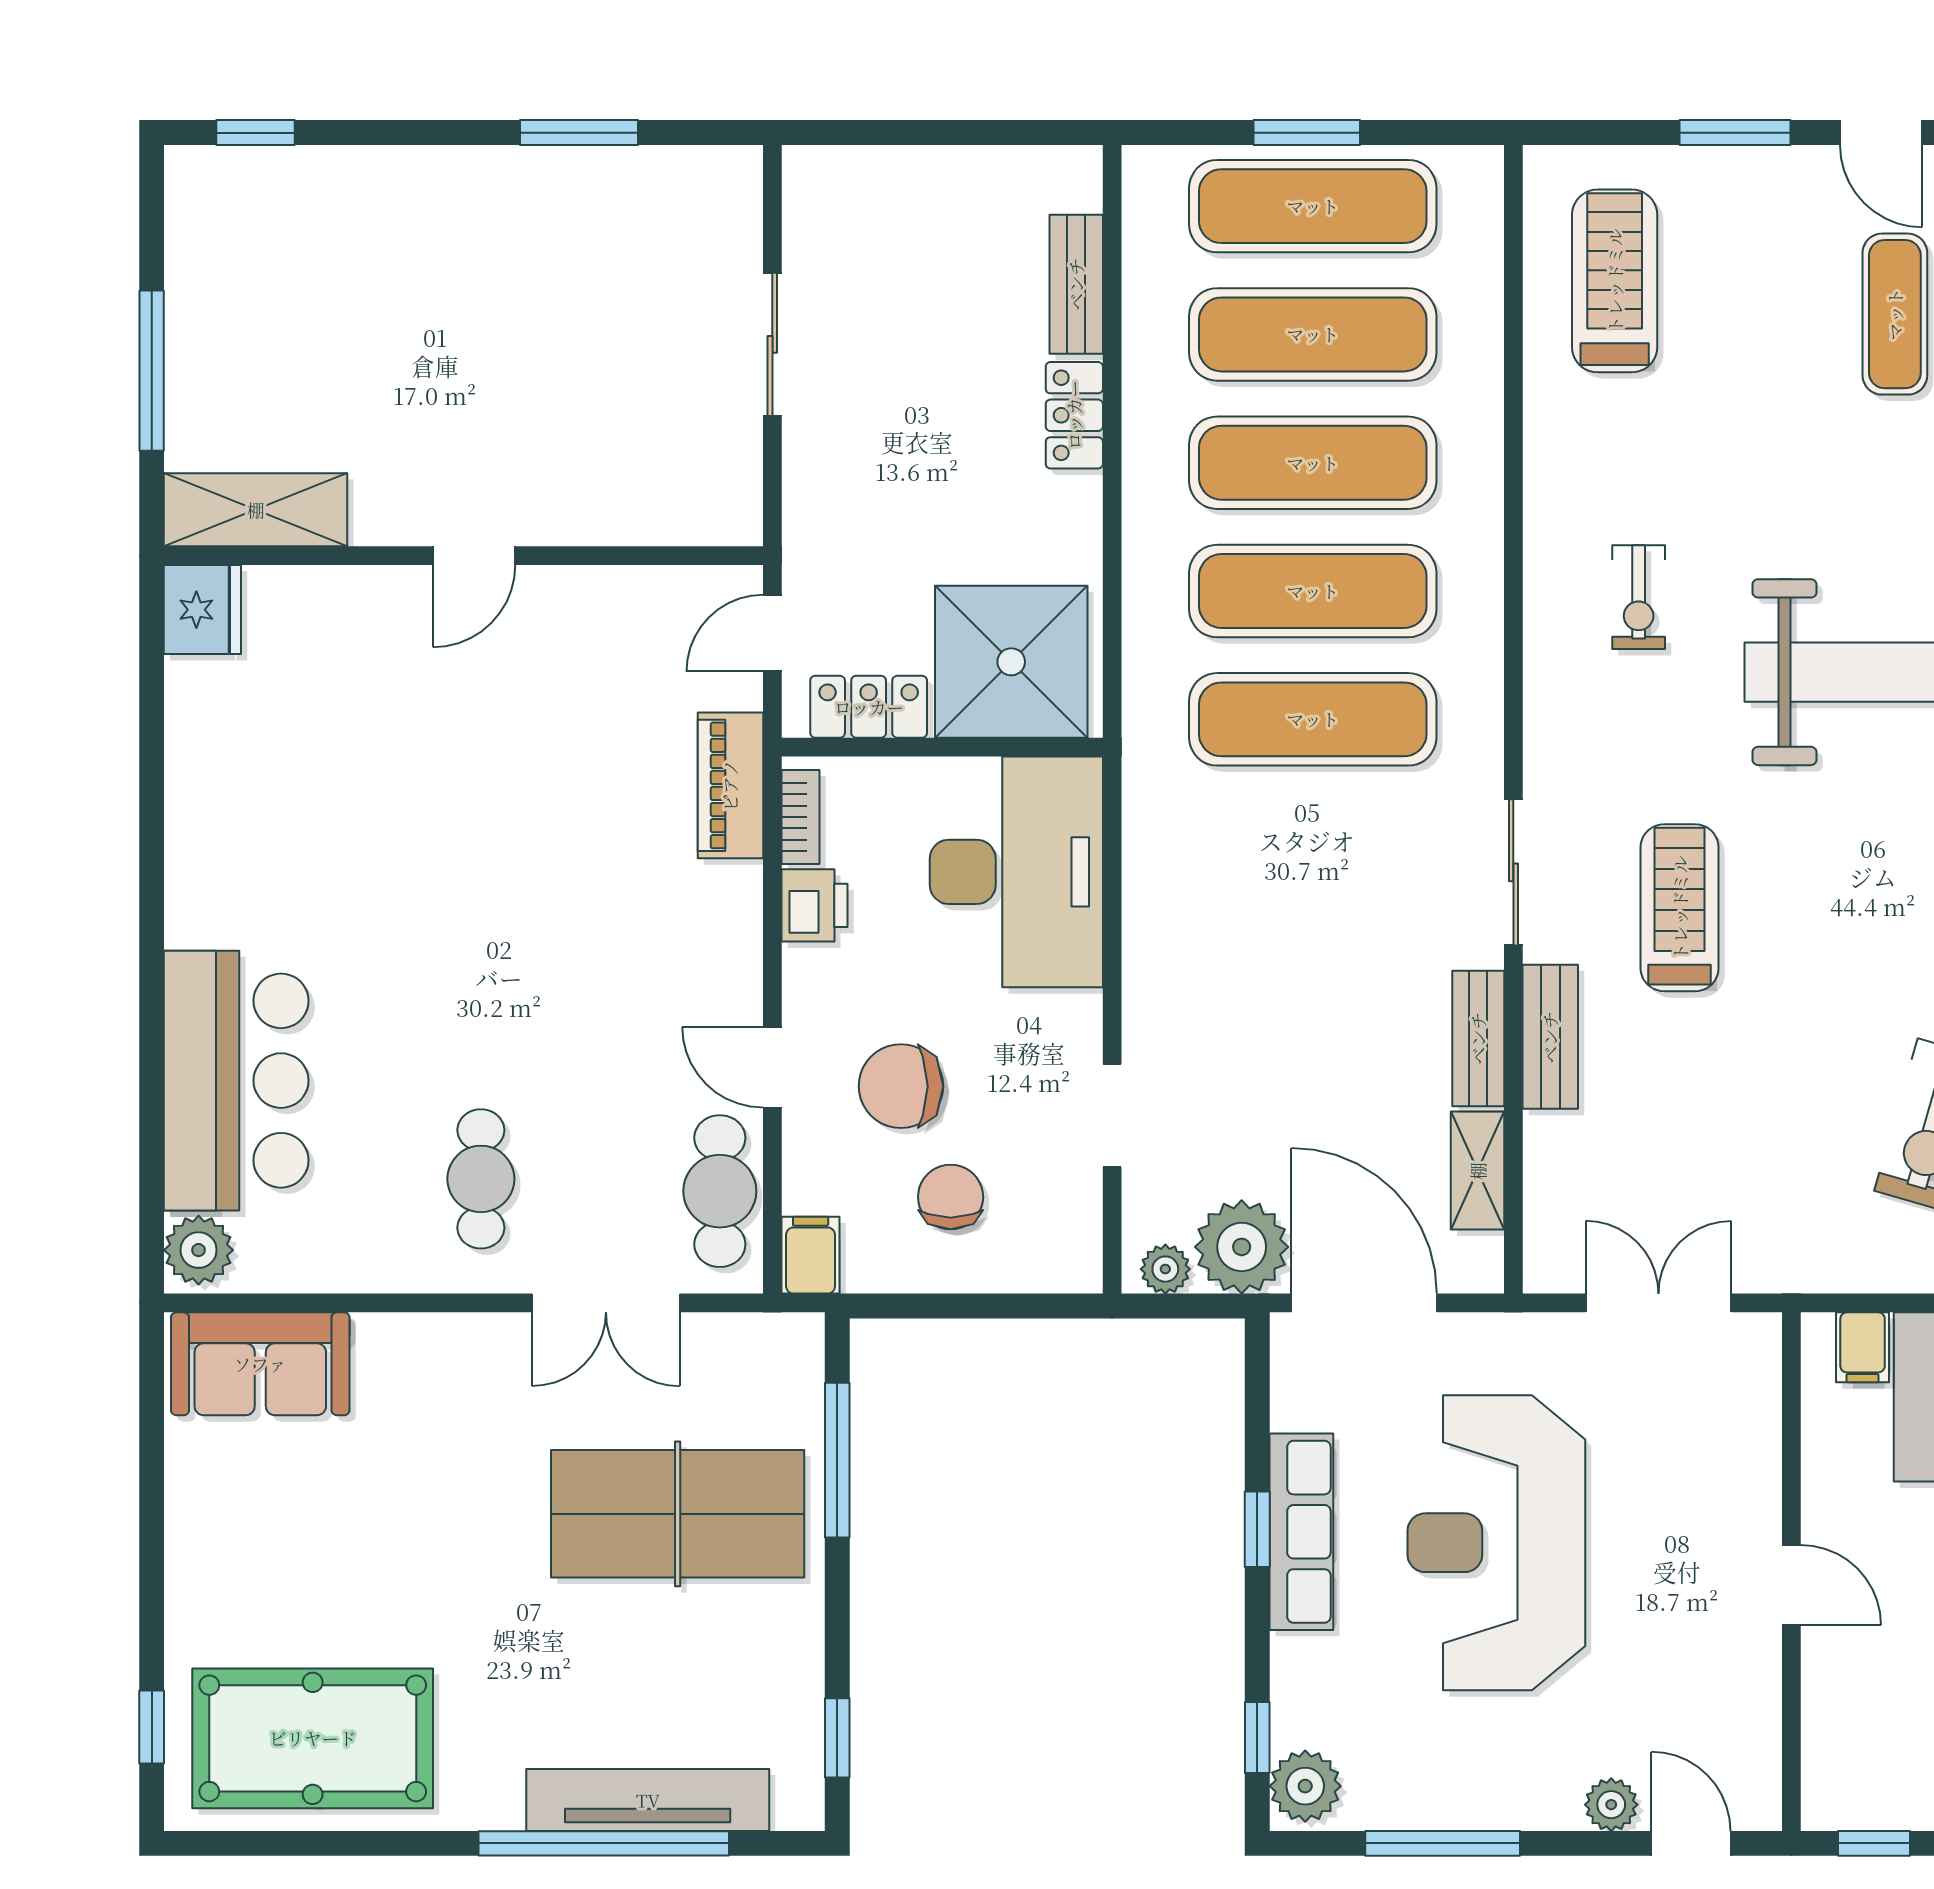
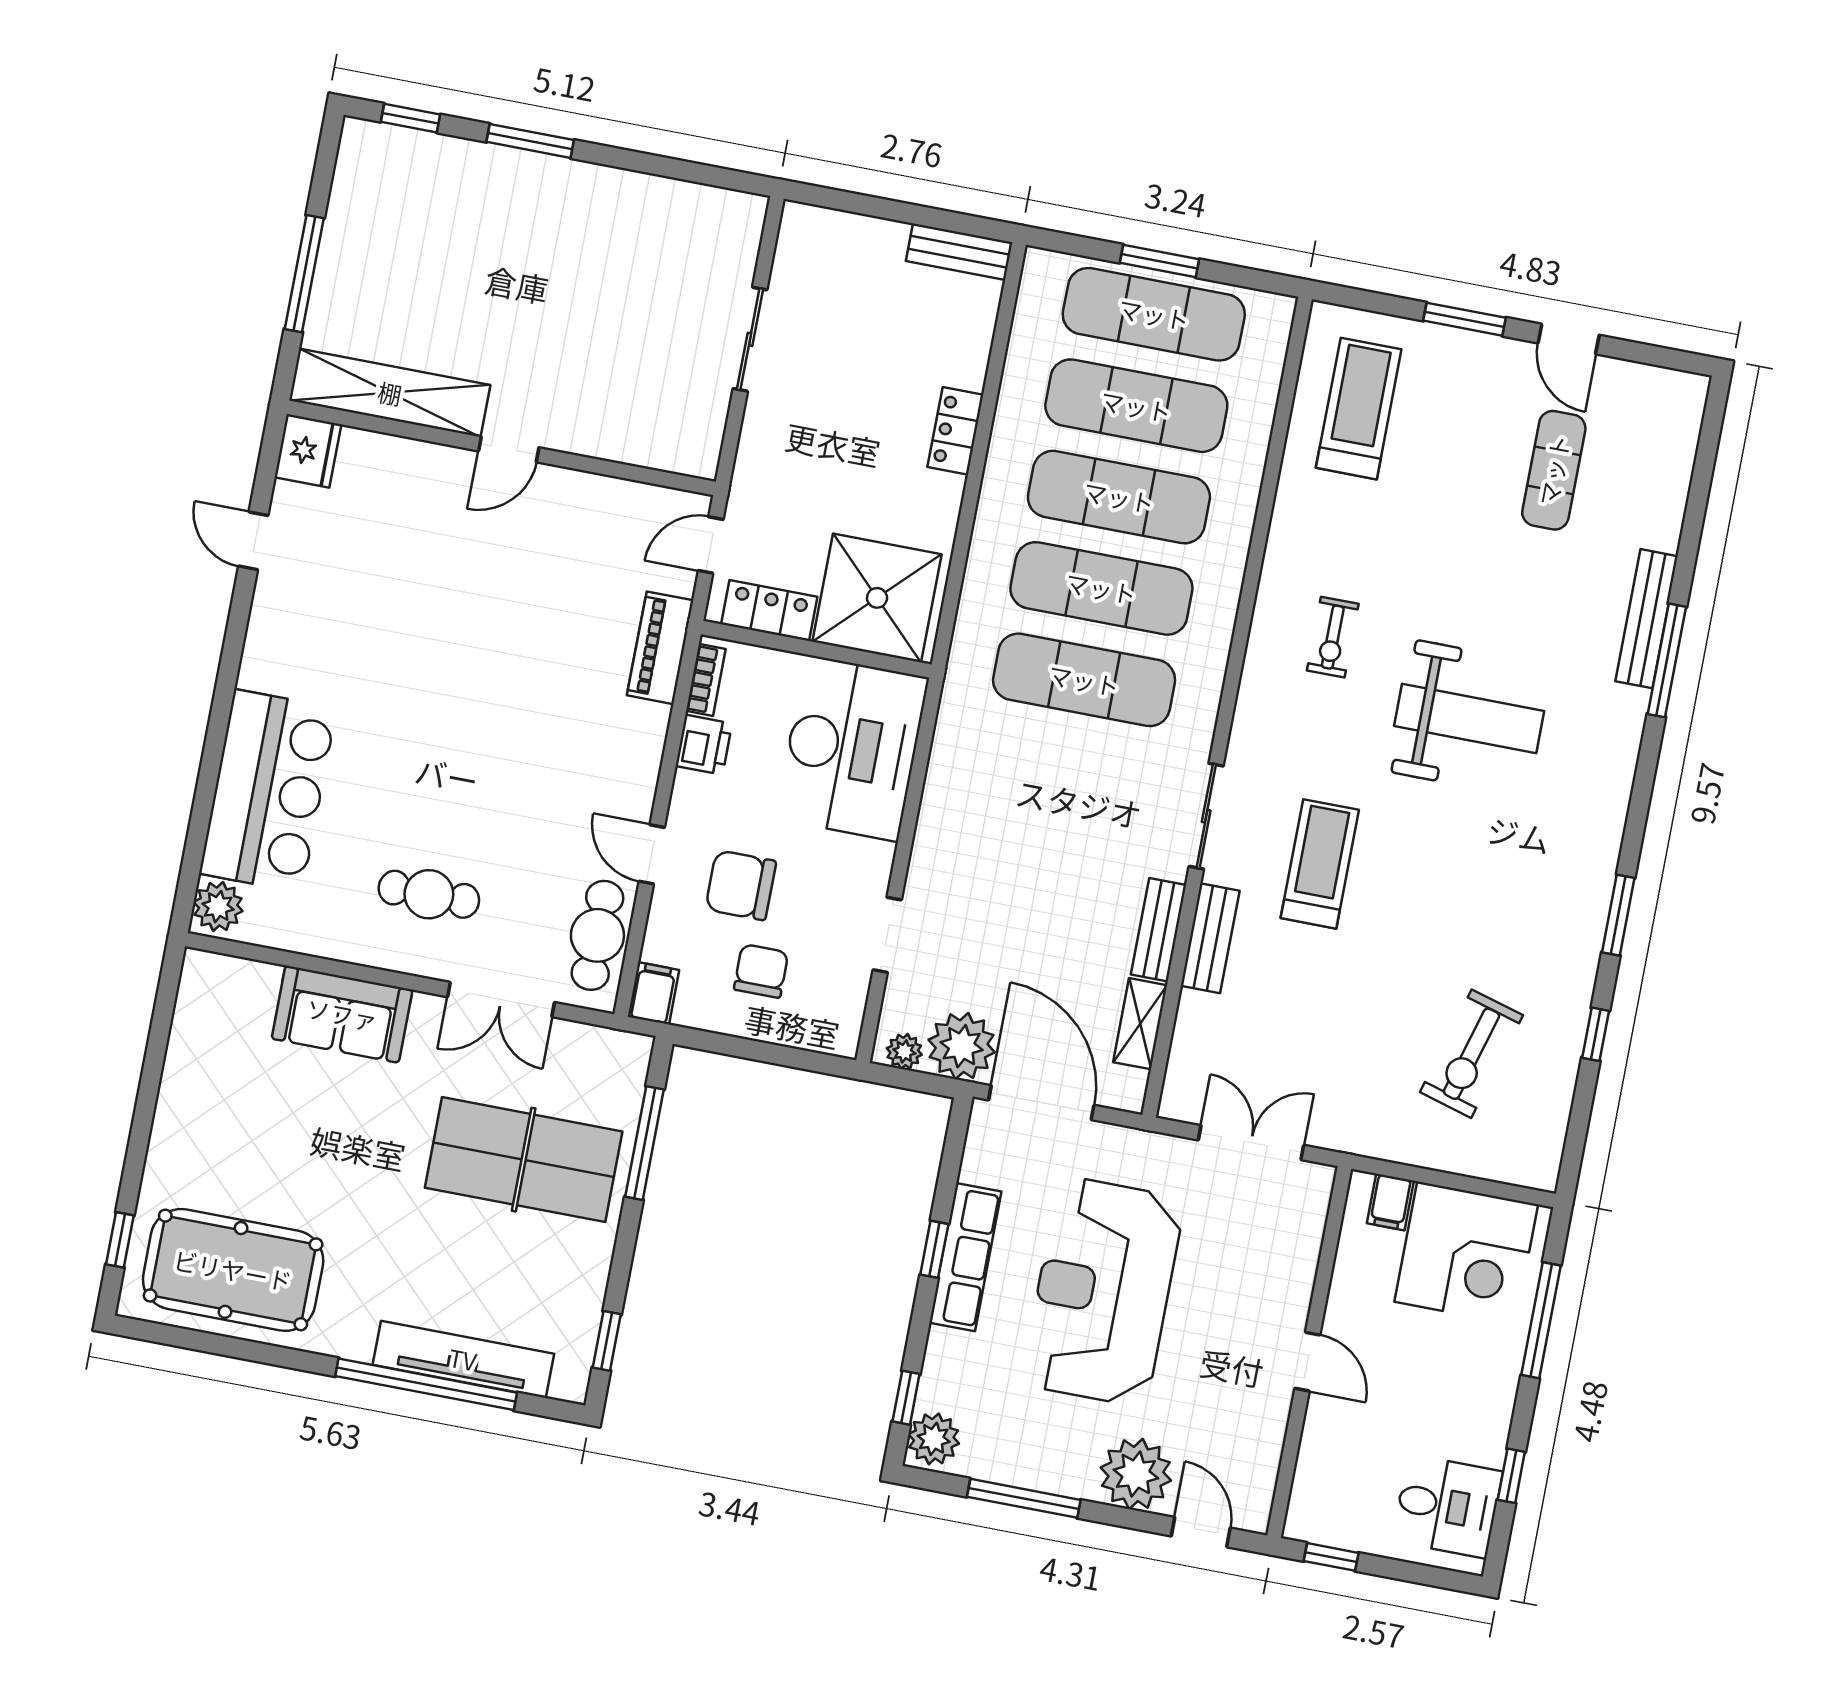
window: (579, 133) -> (530, 141), moved
bench: (1076, 284) -> (959, 252), moved, turned 90
shelving: (256, 510) -> (390, 393), width x1.47
door: (152, 746) -> (253, 541), added
cafe table: (481, 1179) -> (429, 894), turned 90
sofa: (260, 1364) -> (342, 1014), moved
plant: (1611, 1805) -> (1136, 1474), width x1.88, depth x1.88

